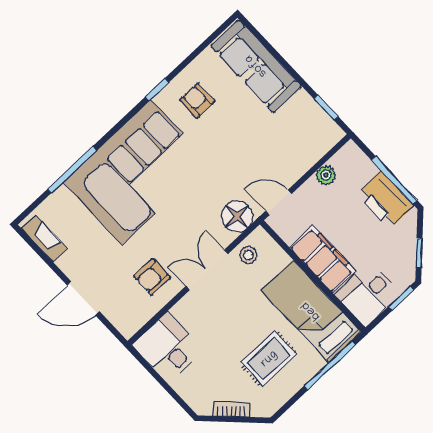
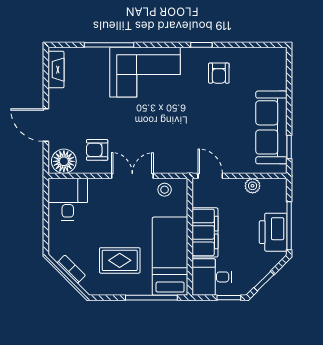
sofa: (256, 66) -> (271, 127), moved
armchair: (197, 101) -> (219, 73), turned 180
corner sofa: (136, 172) -> (145, 72), width x0.73, depth x0.74
floor lamp: (237, 216) -> (64, 161), moved

